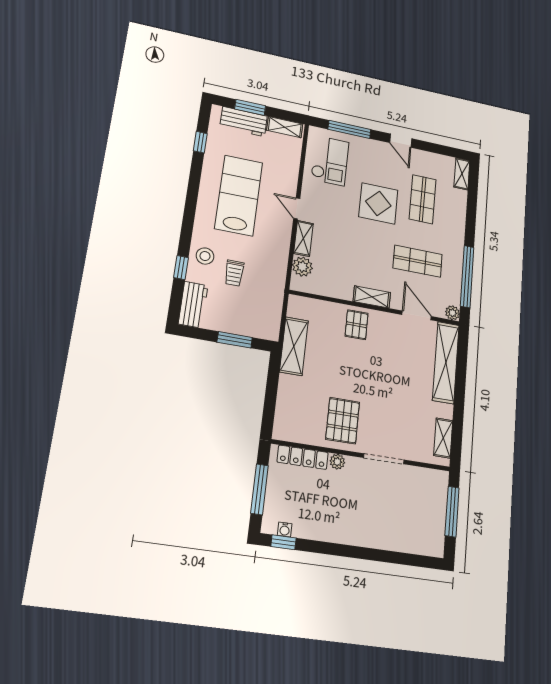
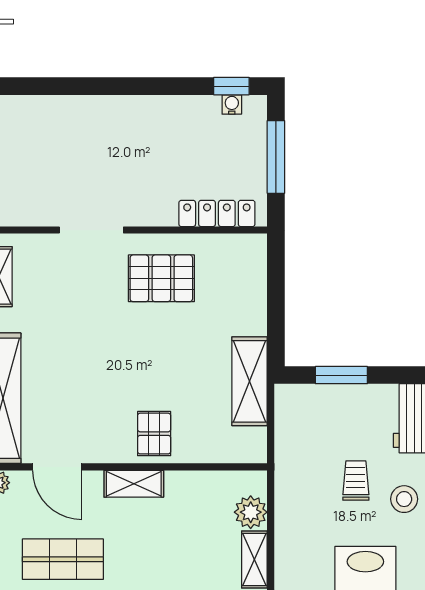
pallet: (343, 421) -> (161, 278), turned 90
plant: (337, 462) -> (163, 215), removed

